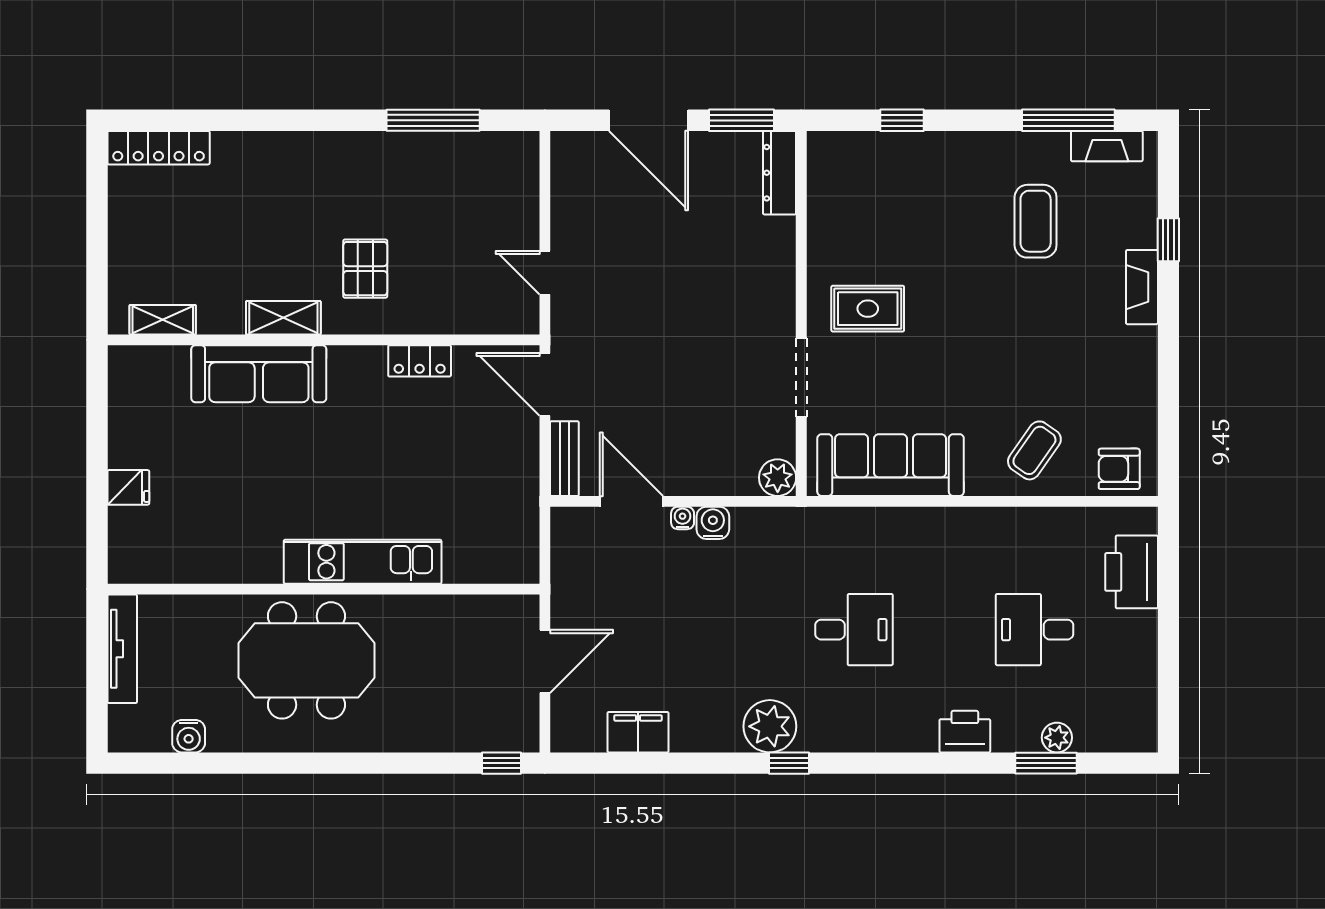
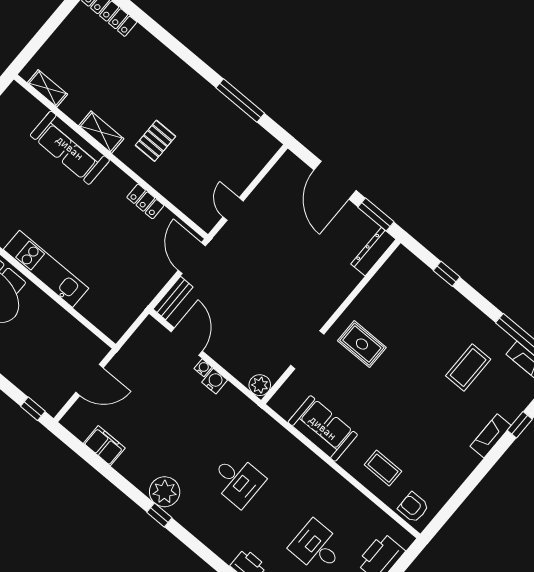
coffee table: (1034, 450) -> (383, 468), turned 55
sofa: (891, 465) -> (323, 428), width x0.73

